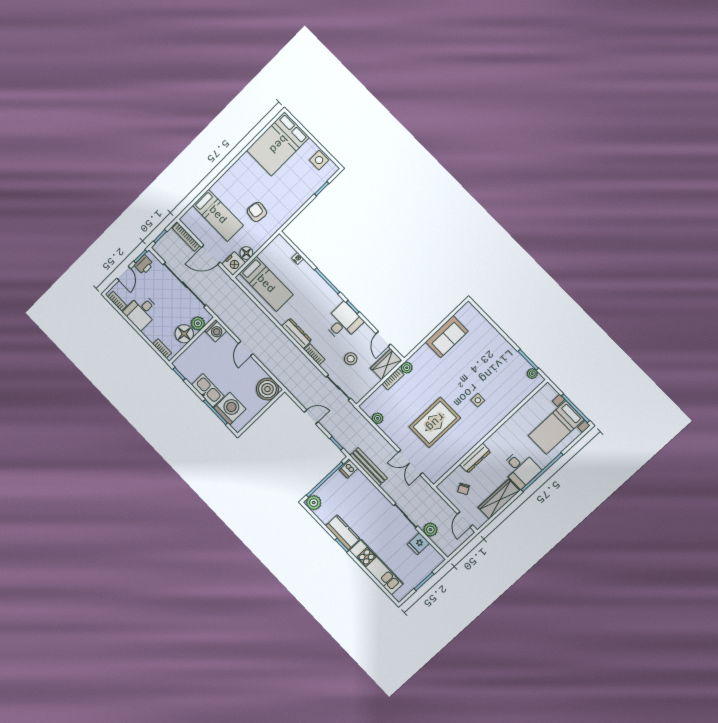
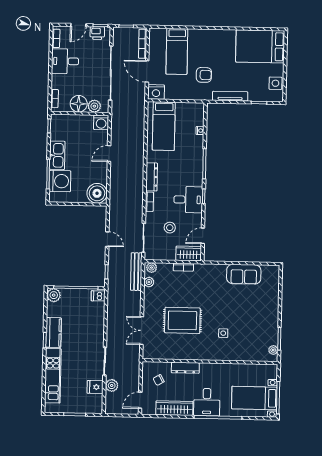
tv unit: (294, 207) -> (230, 96), added
armchair: (257, 212) -> (204, 75), turned 82
floor lamp: (246, 253) -> (171, 94), removed
plant: (407, 368) -> (152, 268), moved
bench: (369, 467) -> (136, 272), moved

